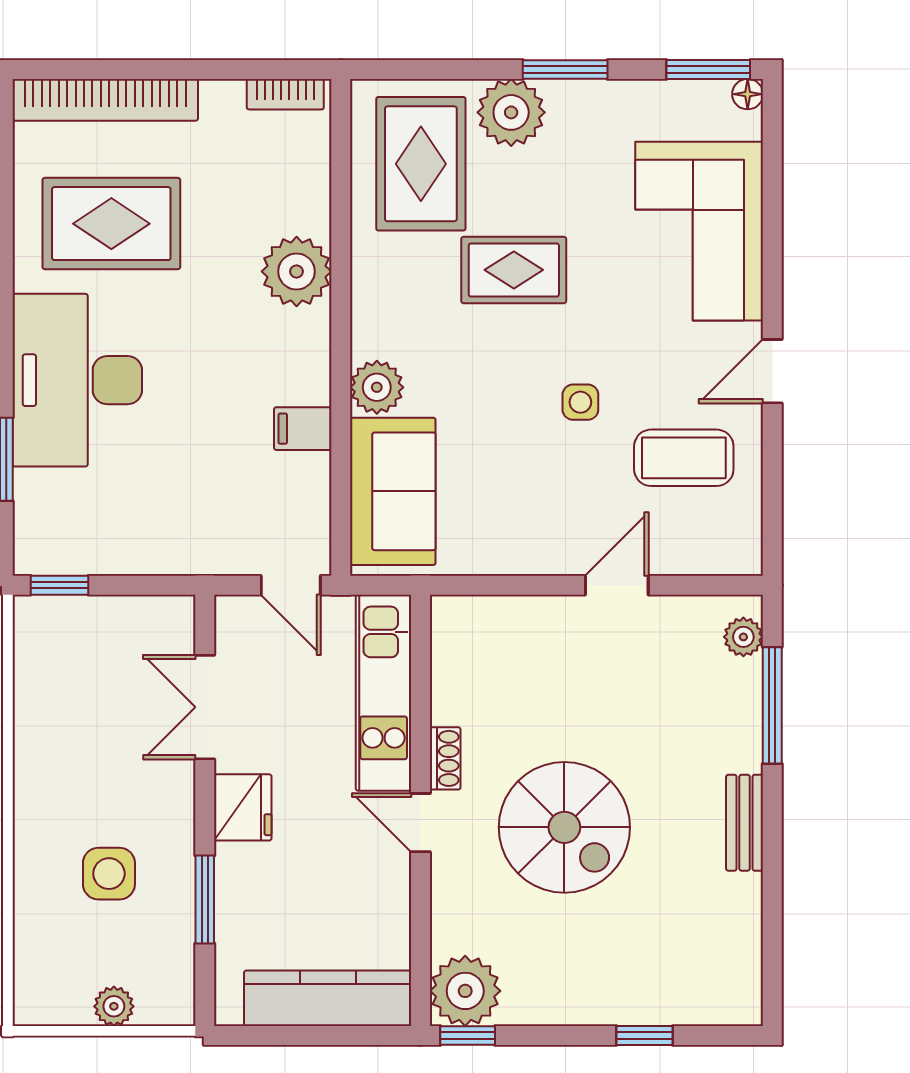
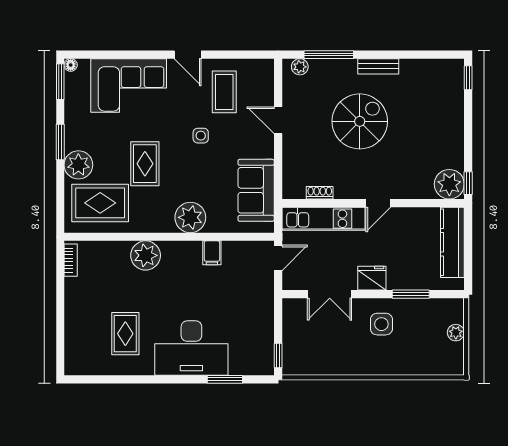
bookcase: (105, 100) -> (73, 336), removed
rug: (111, 224) -> (125, 334), width x0.73, depth x0.70
plant: (377, 387) -> (190, 217), width x1.36, depth x1.36
sofa: (393, 491) -> (256, 190), moved, turned -90
shoe rack: (445, 758) -> (320, 193), moved
spiral stairs: (564, 827) -> (360, 121), moved
side table: (109, 874) -> (381, 324), moved
window: (644, 1036) -> (468, 78), moved

